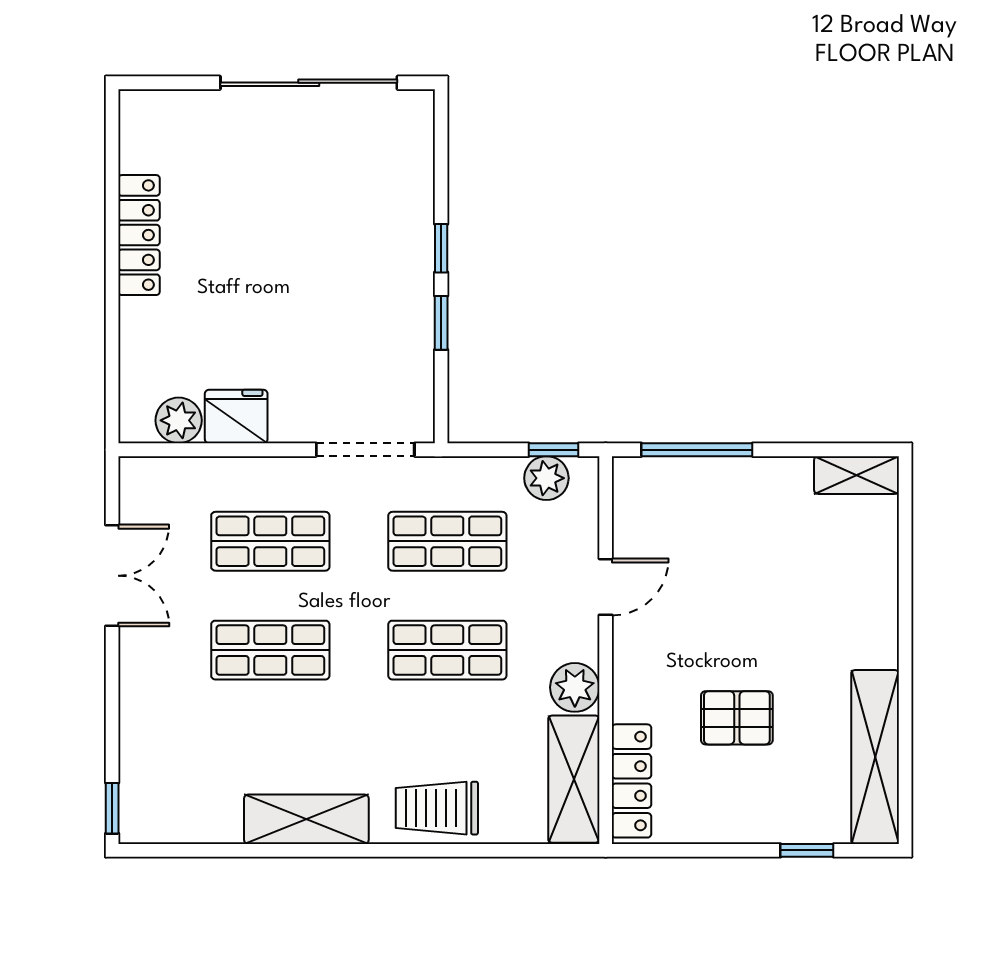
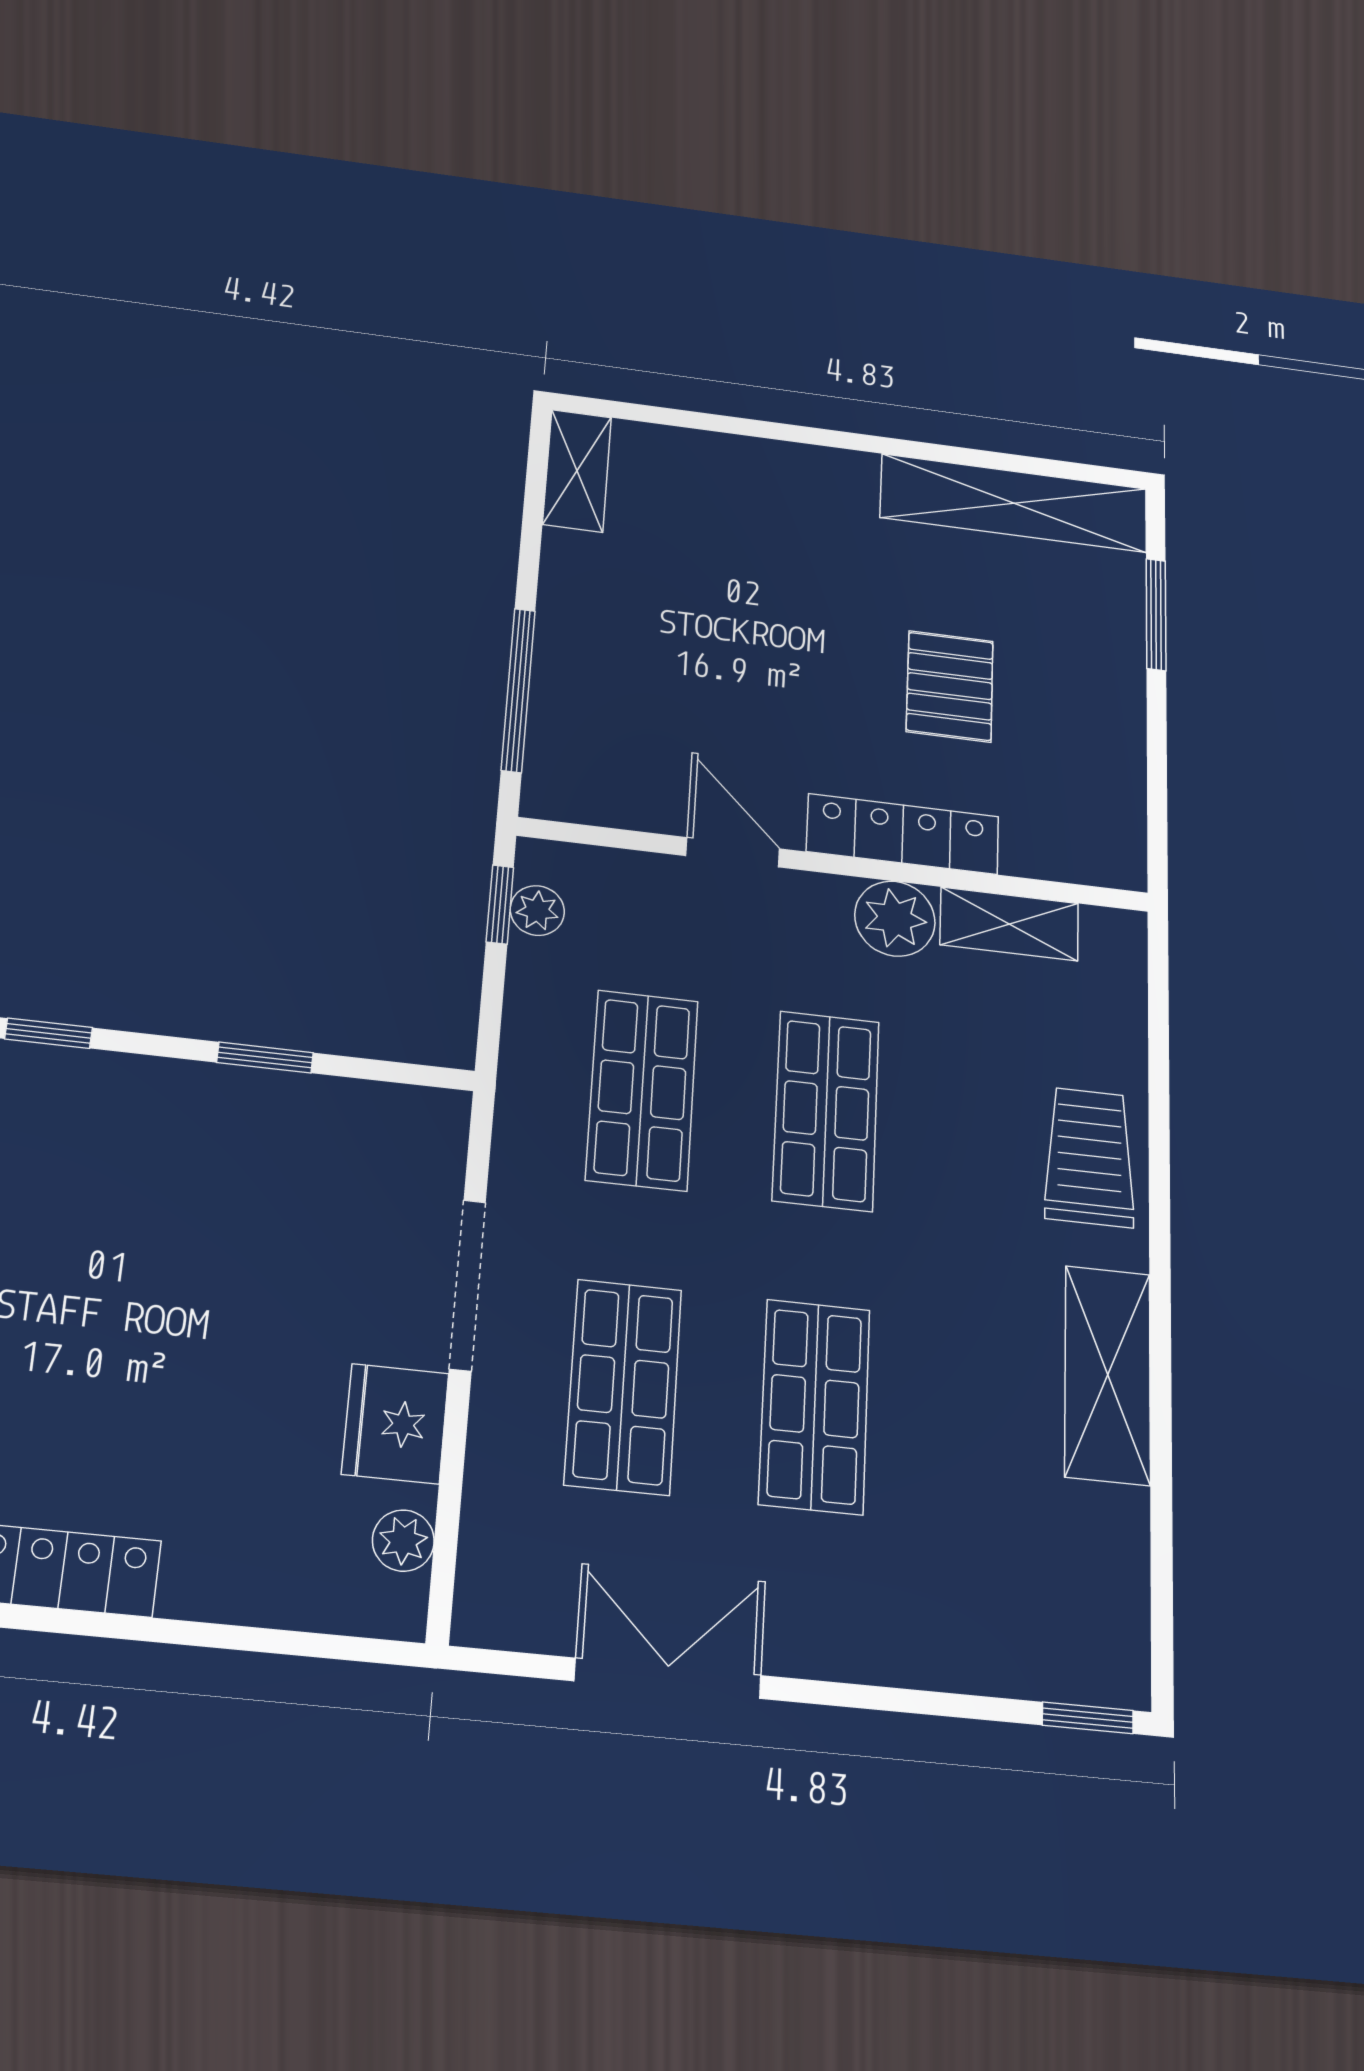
window: (441, 248) -> (49, 1033), moved
plant: (179, 420) -> (403, 1541), width x0.73, depth x0.73
doorway: (365, 450) -> (468, 1285), moved
plant: (546, 478) -> (537, 911), width x0.73, depth x0.73
shelving: (574, 779) -> (1009, 924), width x0.67, depth x0.75
locker: (631, 781) -> (903, 834), moved
trolley: (437, 808) -> (1089, 1157), turned 180
window: (807, 850) -> (1156, 614), width x1.50

